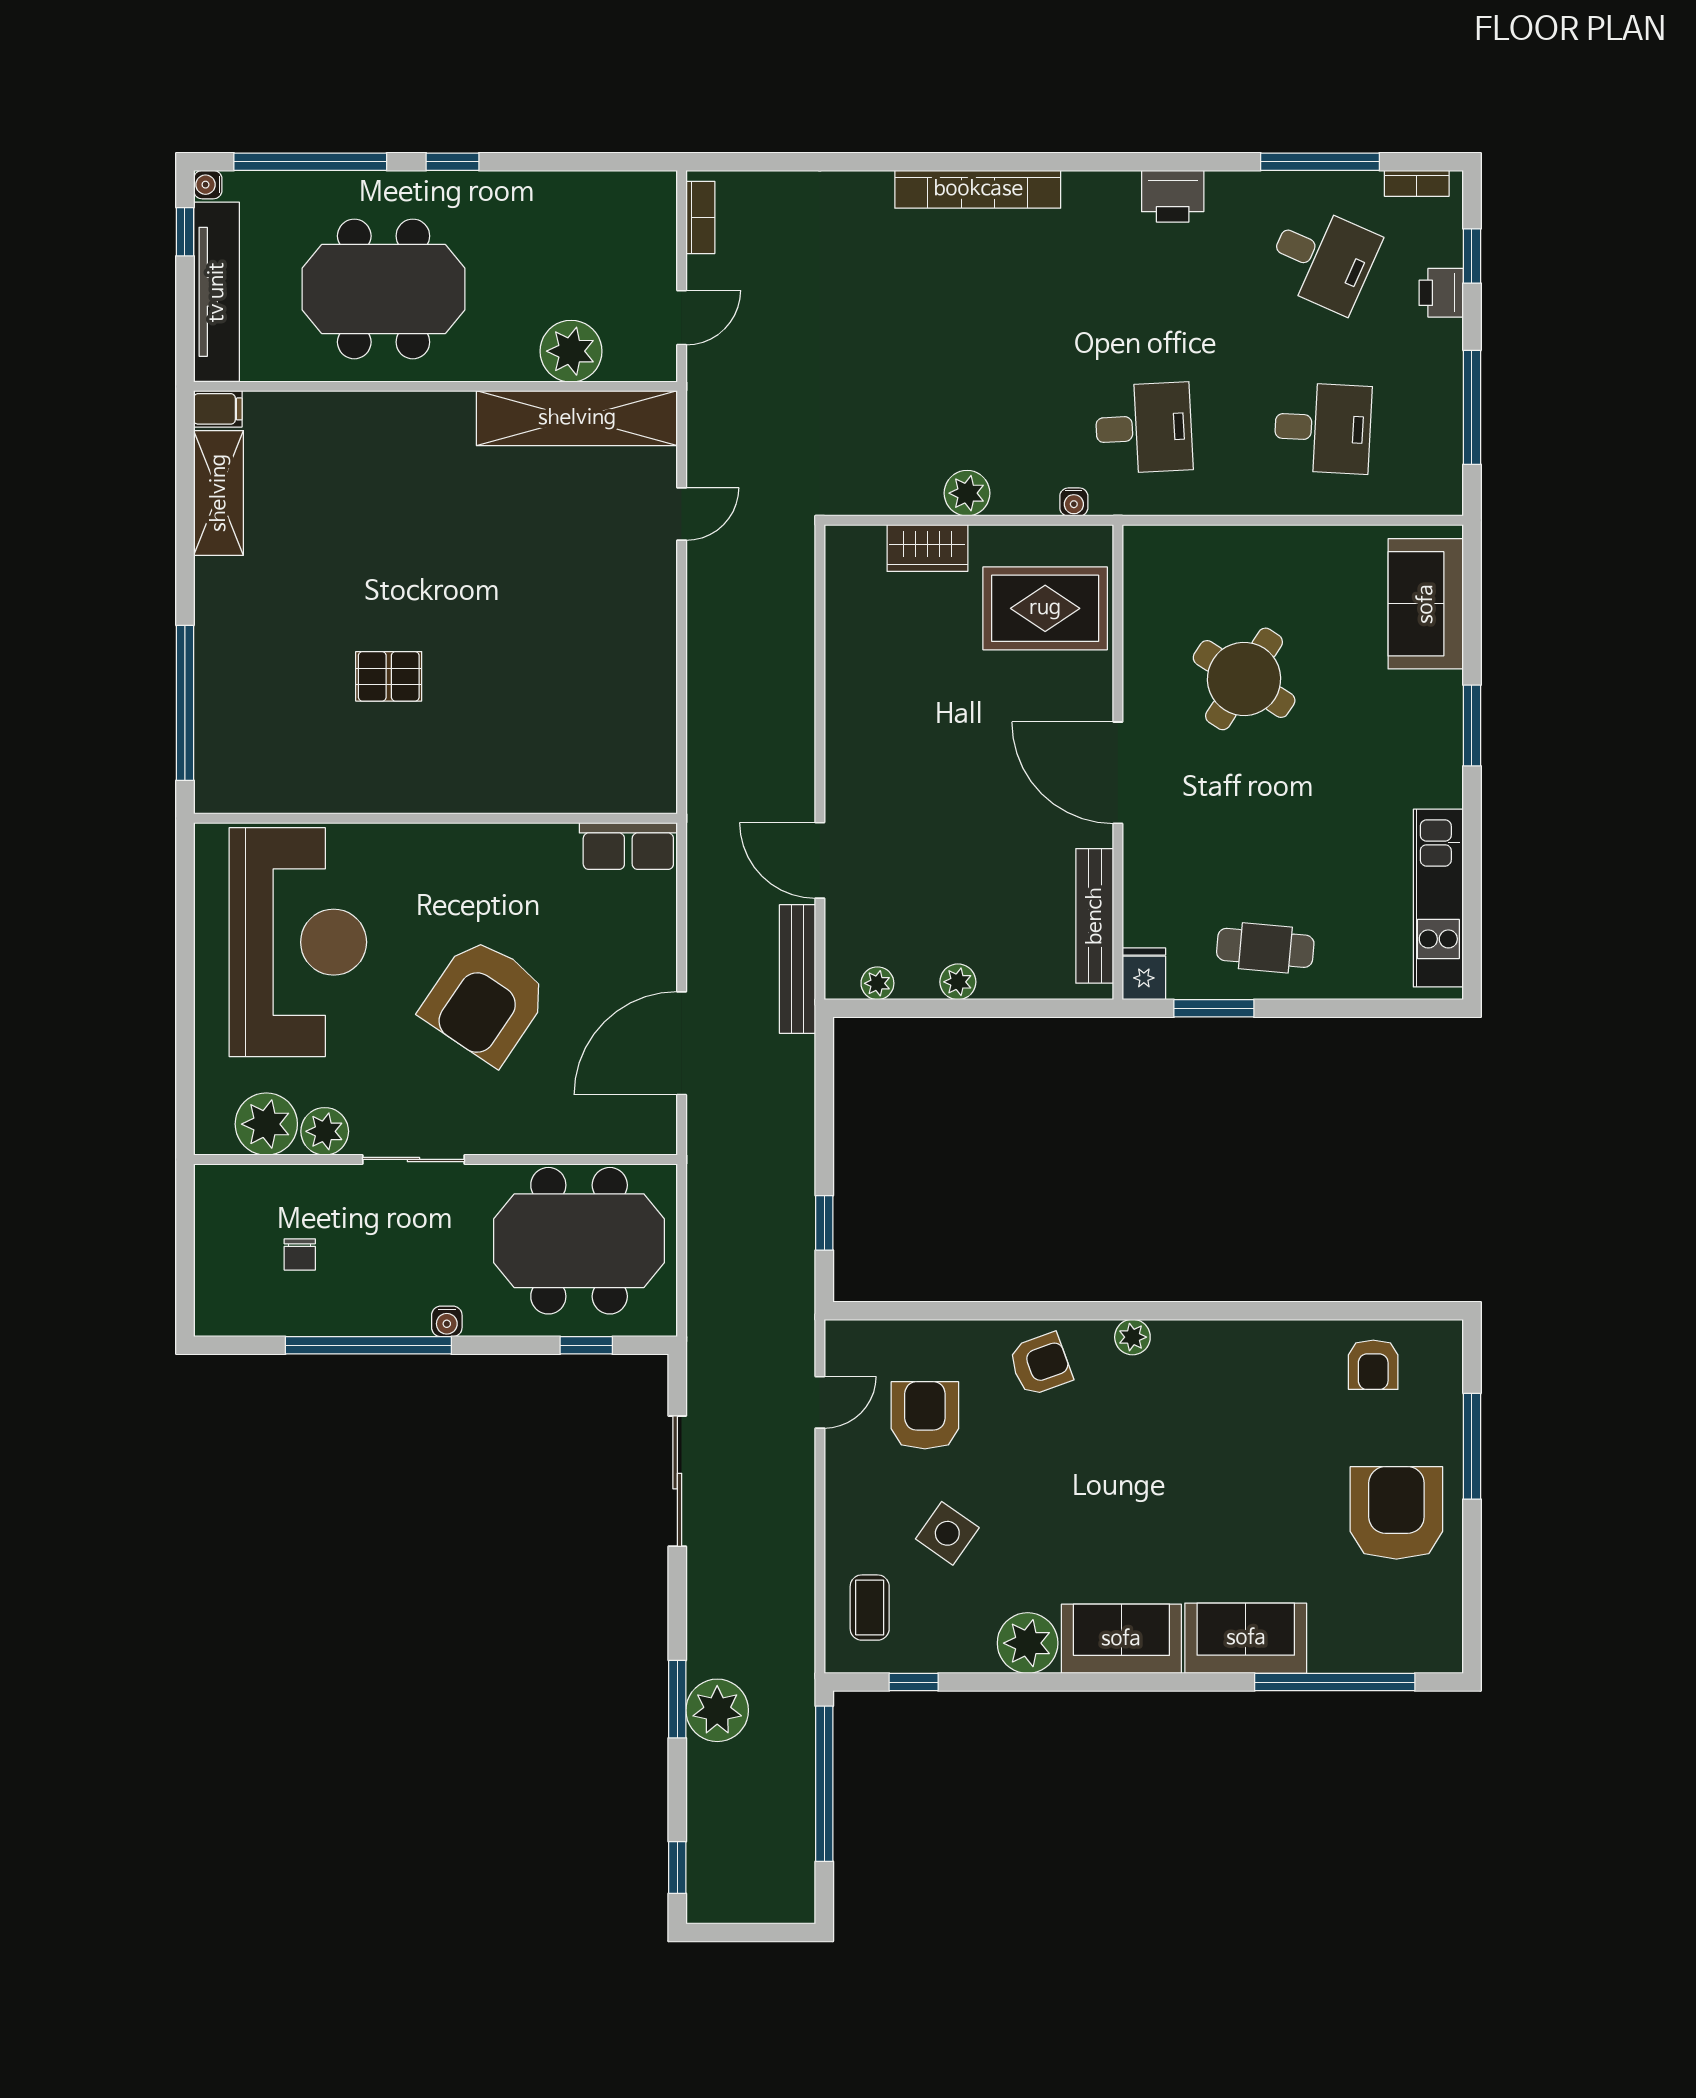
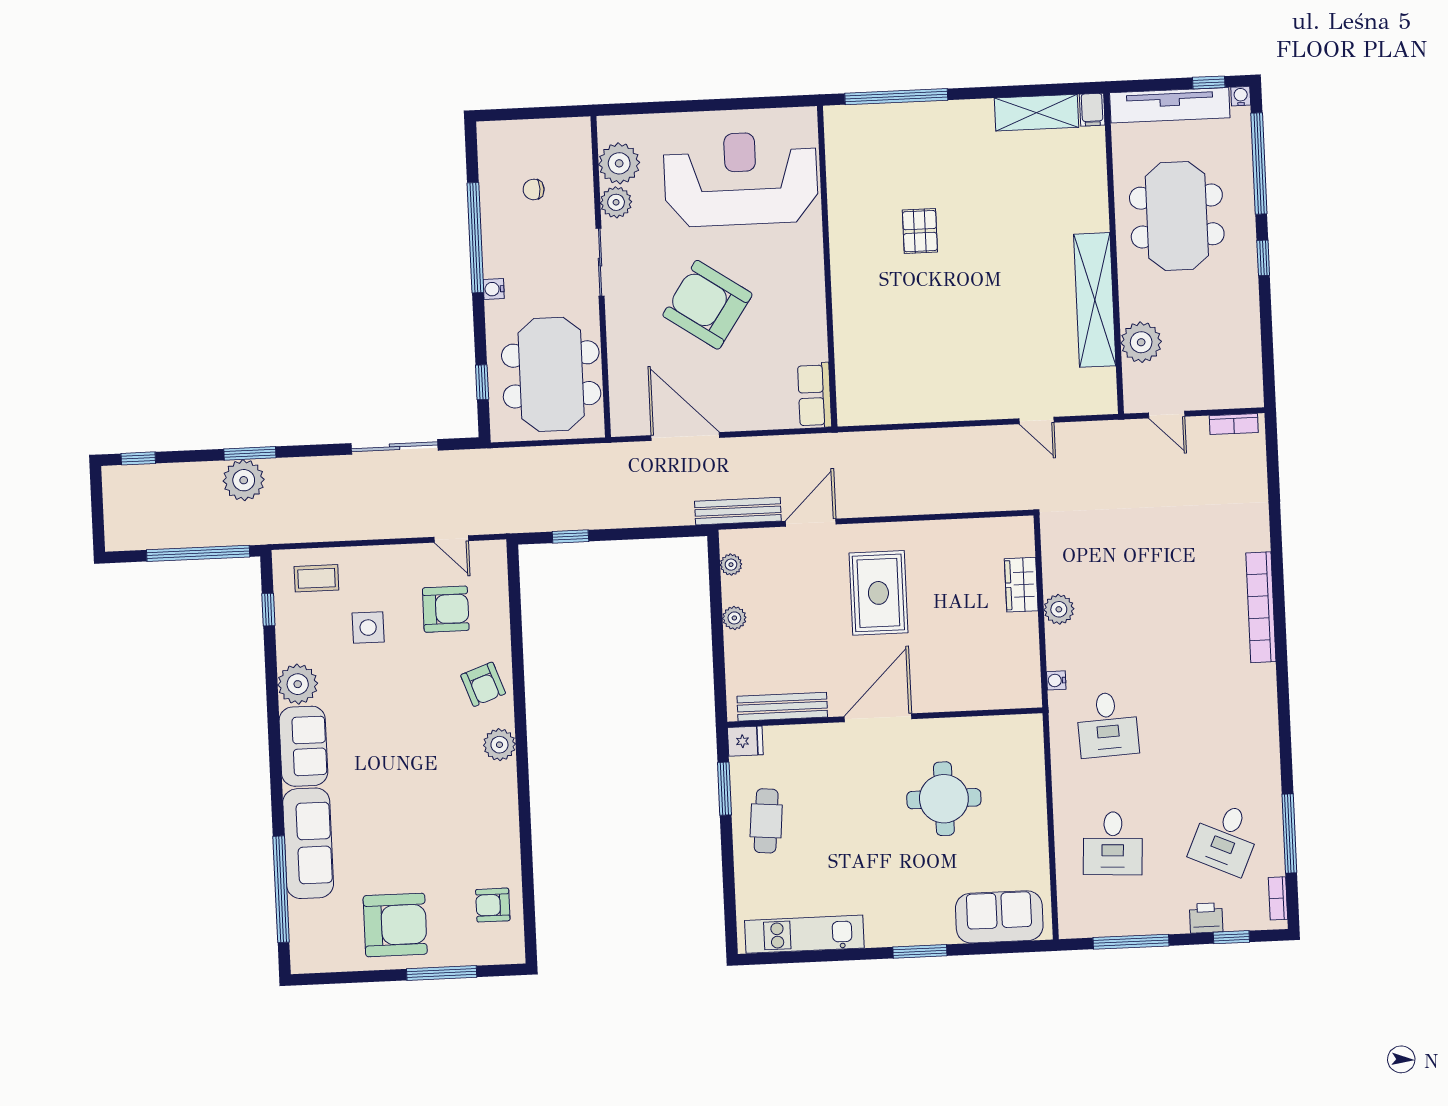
printer: (1173, 196) -> (1262, 737), removed
shelving: (577, 418) -> (1095, 300), moved
rug: (1045, 608) -> (878, 593), moved
round table: (1244, 679) -> (944, 799), turned -33
reception desk: (298, 942) -> (741, 179), turned 180
plant: (1132, 1337) -> (499, 745), width x1.38, depth x1.38
side table: (947, 1533) -> (368, 628), turned -35
sofa: (1246, 1638) -> (308, 843), width x1.36

